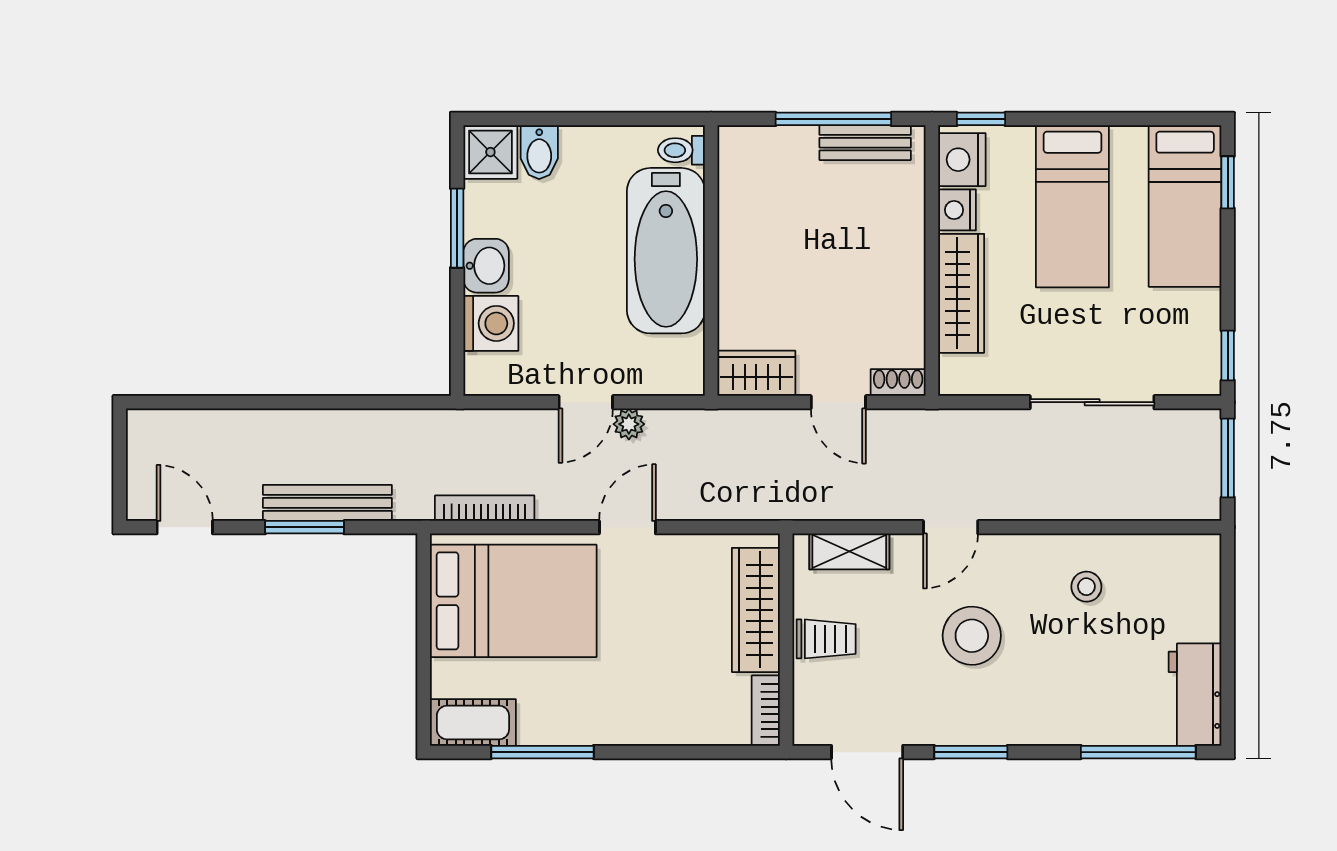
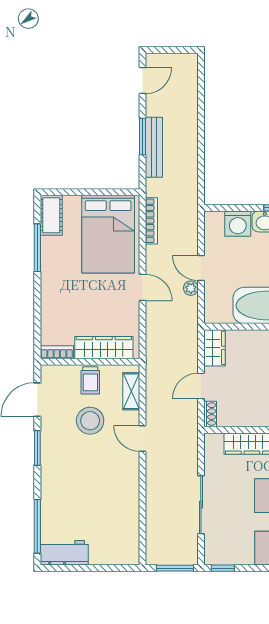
stool: (1086, 587) -> (115, 502), removed
stool: (972, 636) -> (90, 421), moved

